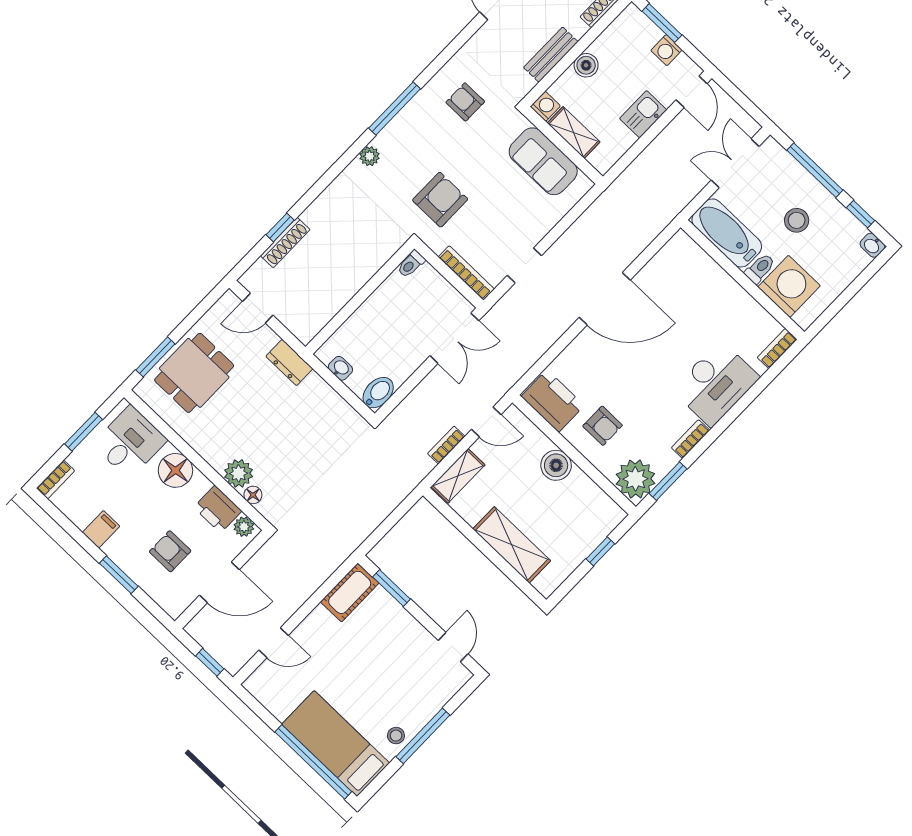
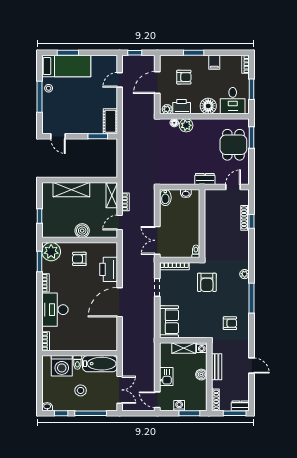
sofa: (543, 161) -> (169, 322), moved, turned 90
printer: (553, 401) -> (109, 269), moved, turned 90
window: (313, 762) -> (68, 53), width x0.47

